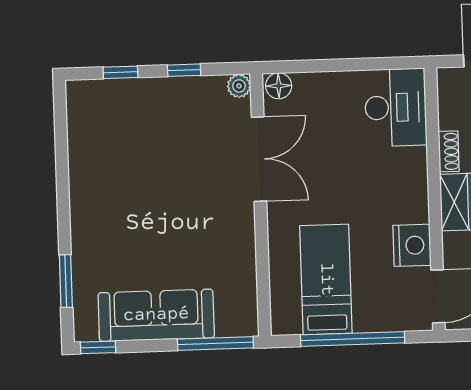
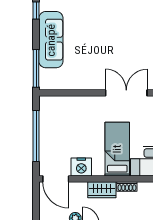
double door: (259, 159) -> (126, 93), swing flipped
bed: (326, 279) -> (117, 149), moved, turned -90

